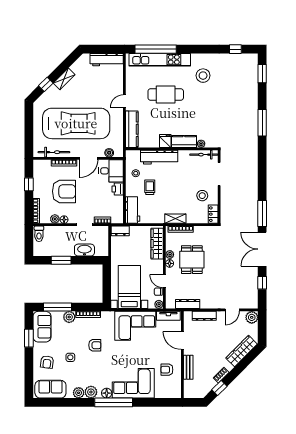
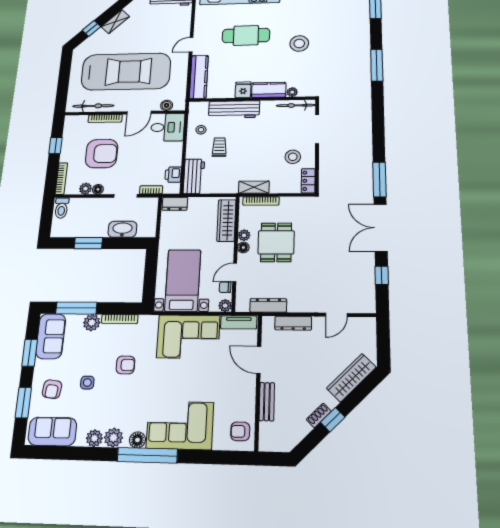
stool: (203, 76) -> (299, 43), moved
printer: (118, 189) -> (173, 175), moved
door: (164, 281) -> (235, 272), hinge flipped
plant: (252, 317) -> (367, 326), removed
armchair: (167, 370) -> (240, 431), moved
window: (29, 371) -> (23, 403), added
window: (219, 388) -> (333, 420), moved

